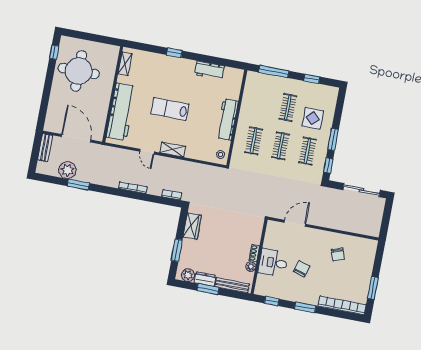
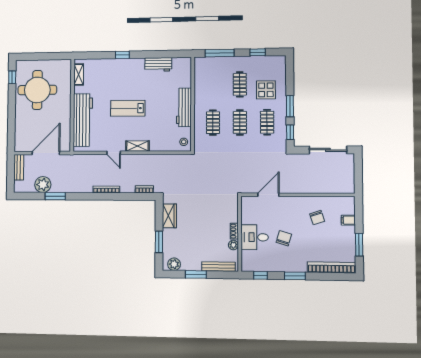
door: (76, 138) -> (46, 153), hinge flipped
filing cabinet: (367, 262) -> (348, 220), added
dresser: (205, 279) -> (191, 265), removed

